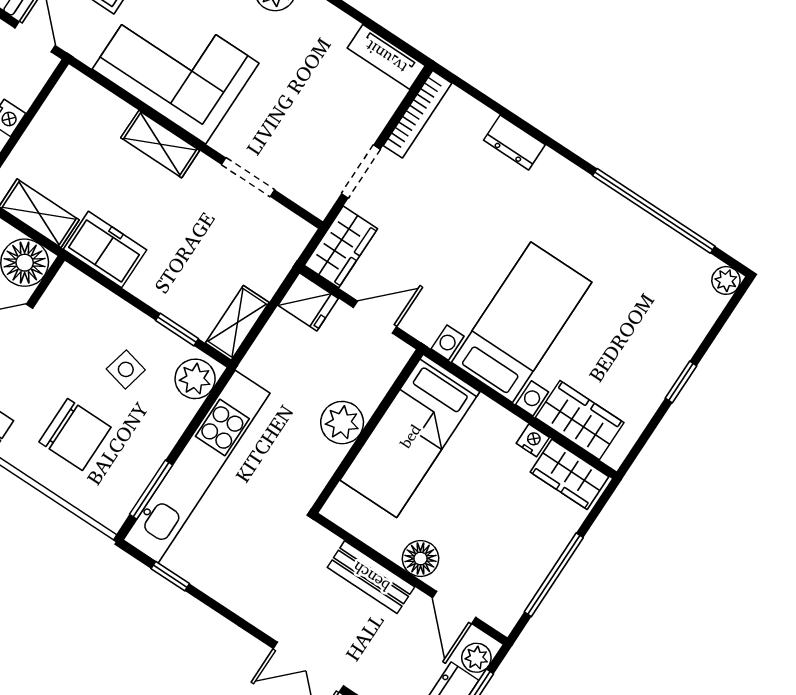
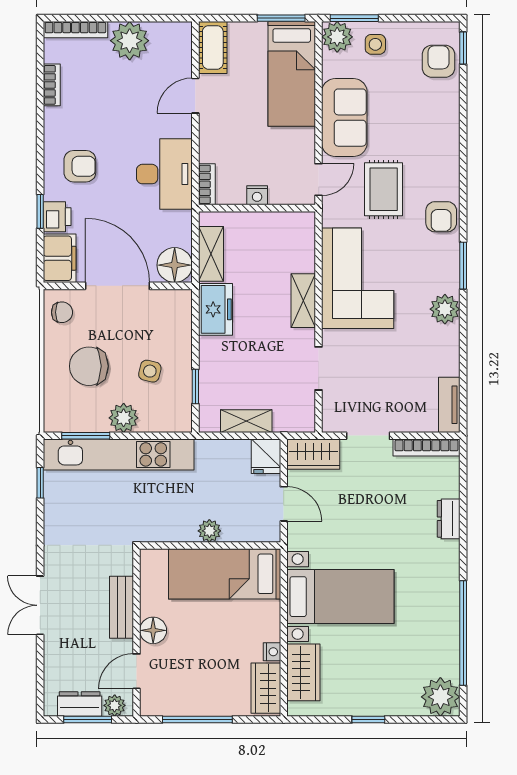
plant: (726, 280) -> (440, 697), width x1.88, depth x1.88
shelving: (237, 323) -> (246, 421), moved
plant: (195, 379) -> (124, 418), moved
plant: (342, 423) -> (209, 531), width x0.73, depth x0.73
chair: (75, 434) -> (89, 366), turned 90

